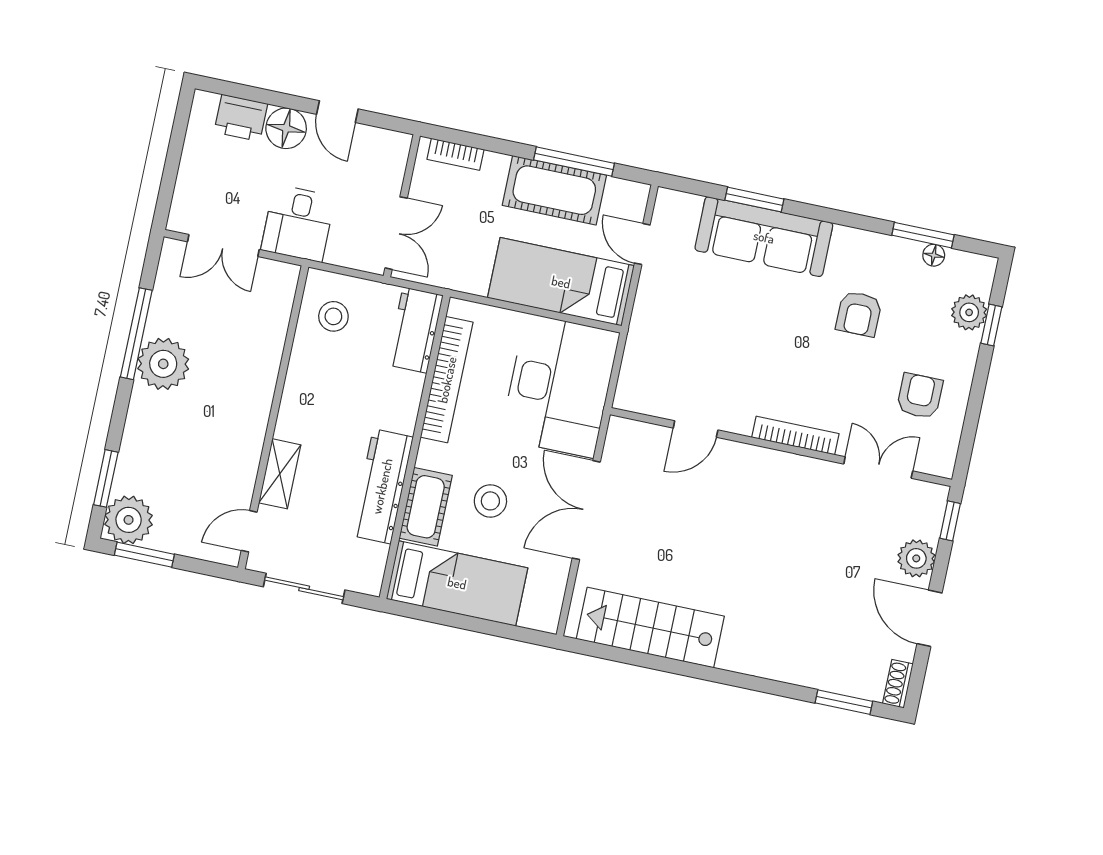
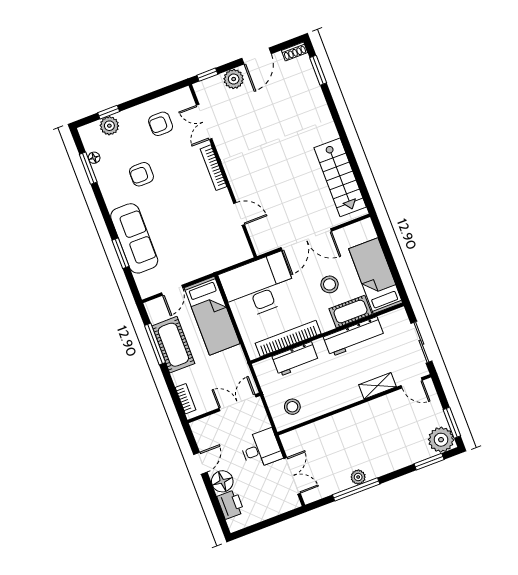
armchair: (859, 314) -> (141, 174), turned 180
workbench: (415, 330) -> (295, 359), moved
plant: (163, 364) -> (358, 477), width x0.53, depth x0.53

